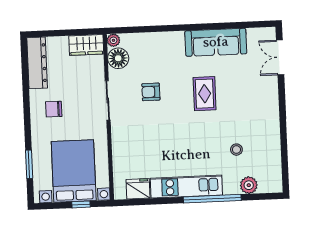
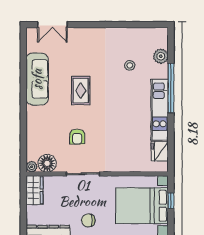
rug: (205, 94) -> (81, 91), turned 90
chair: (54, 109) -> (88, 220), turned 90

